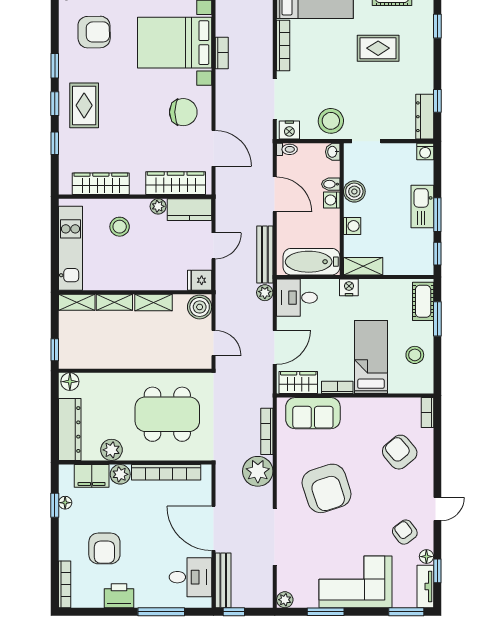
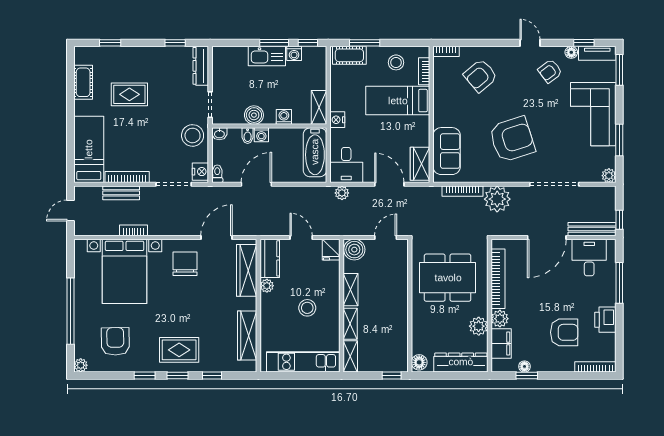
rug: (378, 48) -> (129, 94), turned 90
dresser: (425, 117) -> (201, 66), moved, turned 90
washing machine: (425, 151) -> (294, 53), moved, turned 90
stool: (120, 227) -> (307, 308), moved
bench: (265, 254) -> (121, 193), moved, width x0.73
bookcase: (337, 387) -> (424, 71), moved
dining table: (167, 414) -> (448, 278), turned 90

